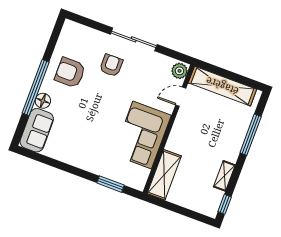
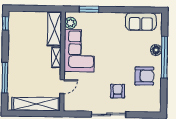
armchair: (111, 65) -> (118, 91), turned 180
plant: (179, 71) -> (70, 23), moved
sofa: (37, 130) -> (141, 22), moved, turned -90
shelving: (224, 176) -> (56, 57), moved

